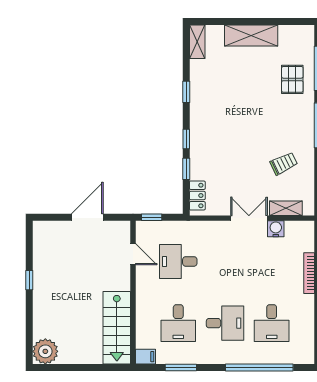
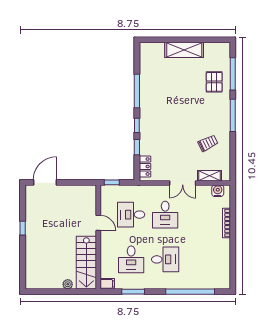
shelving: (197, 42) -> (145, 55), removed
window: (186, 92) -> (137, 91), width x2.17
door: (87, 217) -> (45, 182), moved
double door: (249, 218) -> (183, 183), swing flipped
water cooler: (276, 229) -> (218, 191), moved
door: (133, 254) -> (98, 223), moved
desk: (272, 323) -> (165, 215), moved
plant: (45, 351) -> (68, 284), moved, width x0.53, depth x0.53

